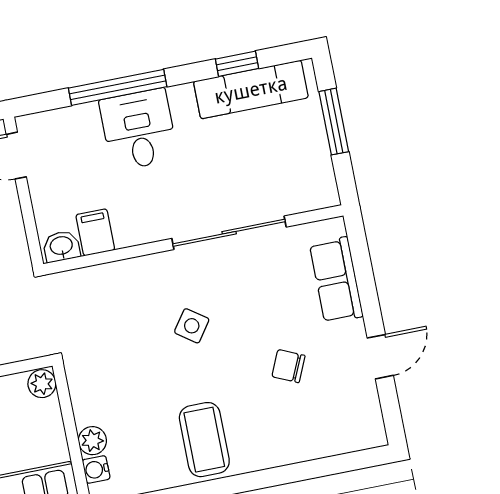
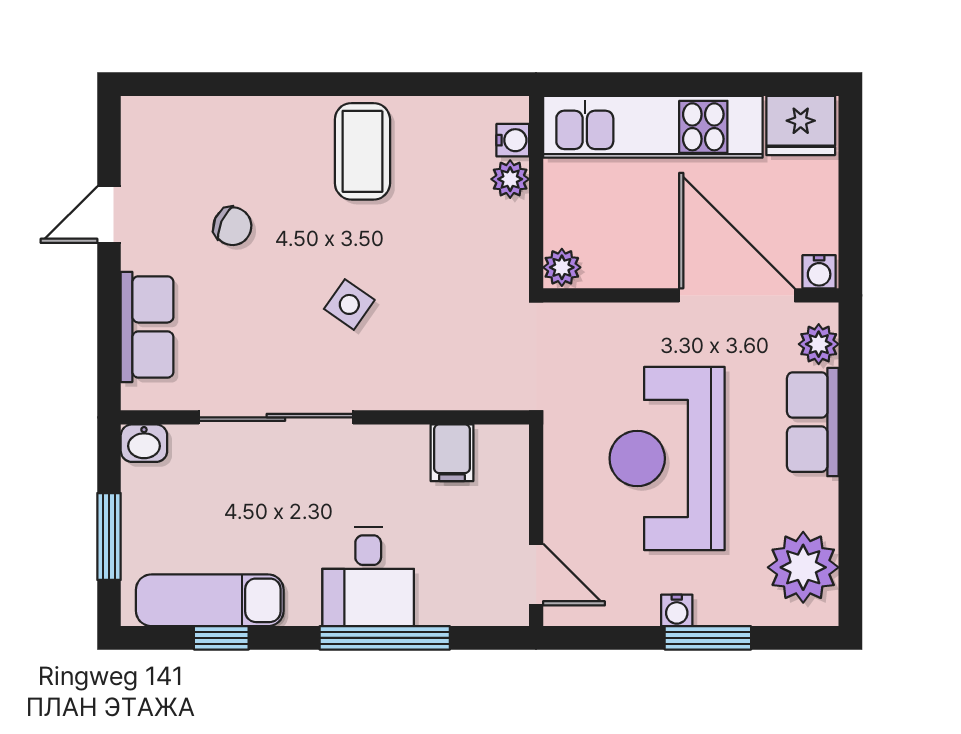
washbasin: (61, 246) -> (144, 443), moved

